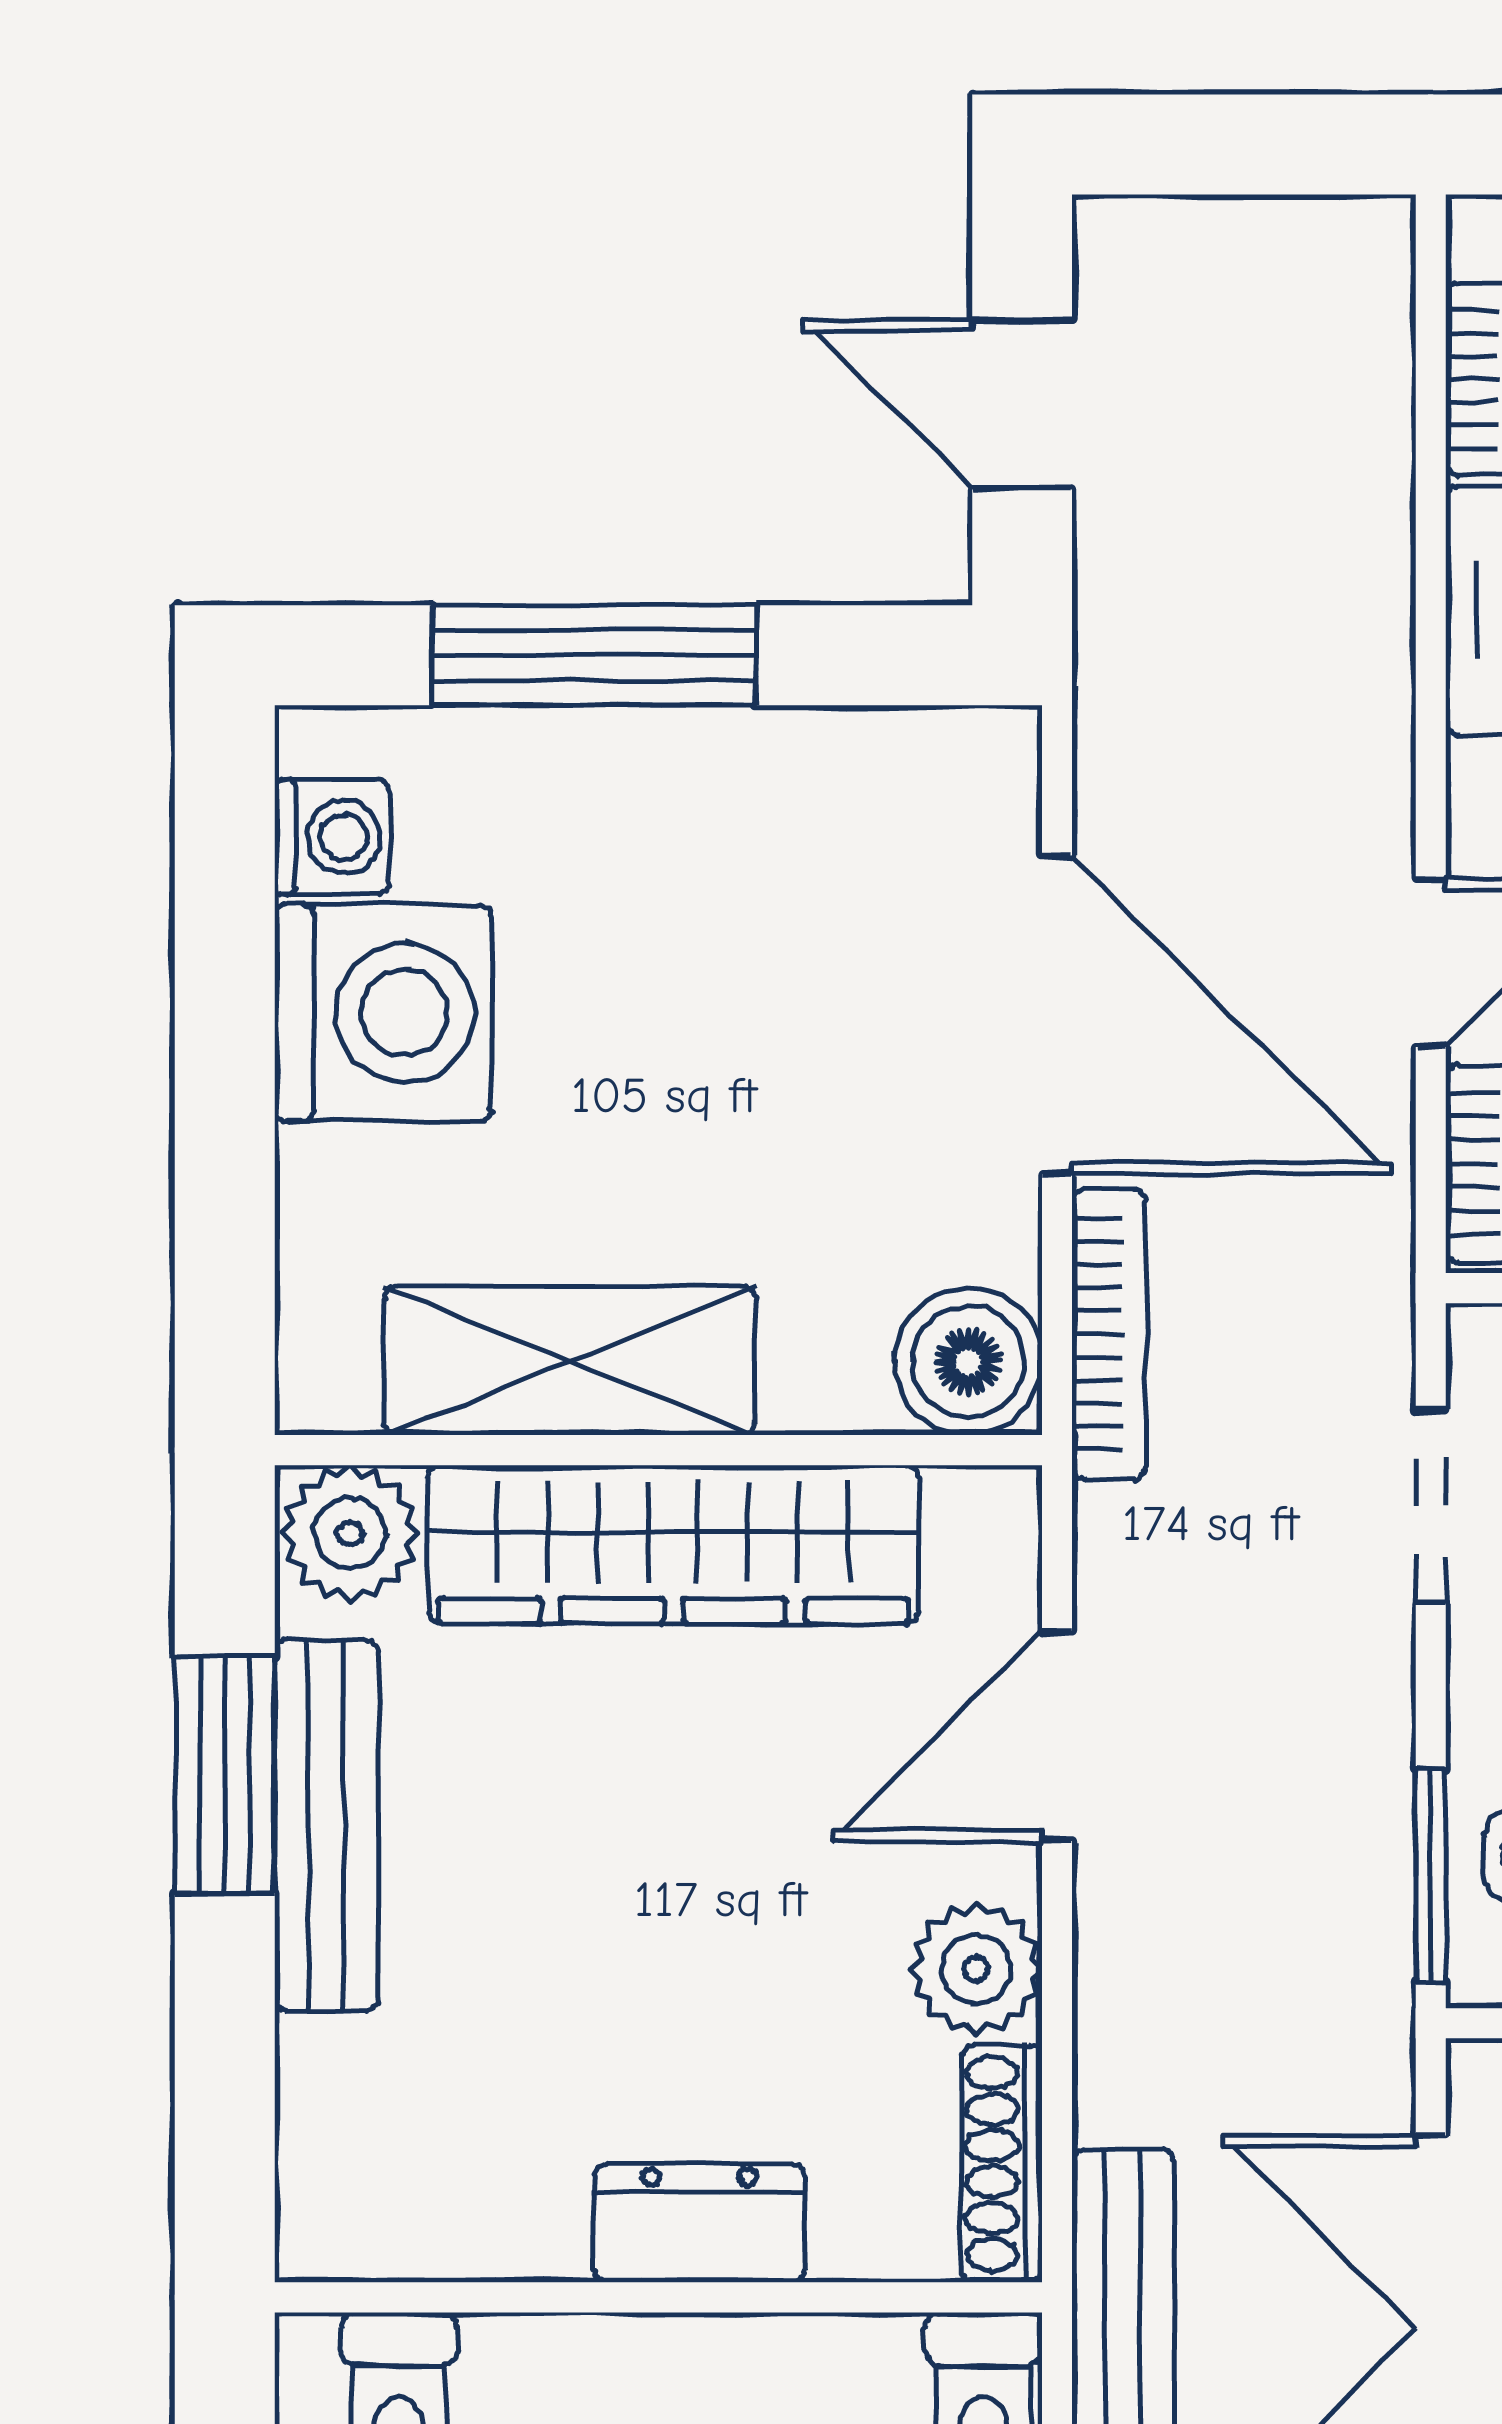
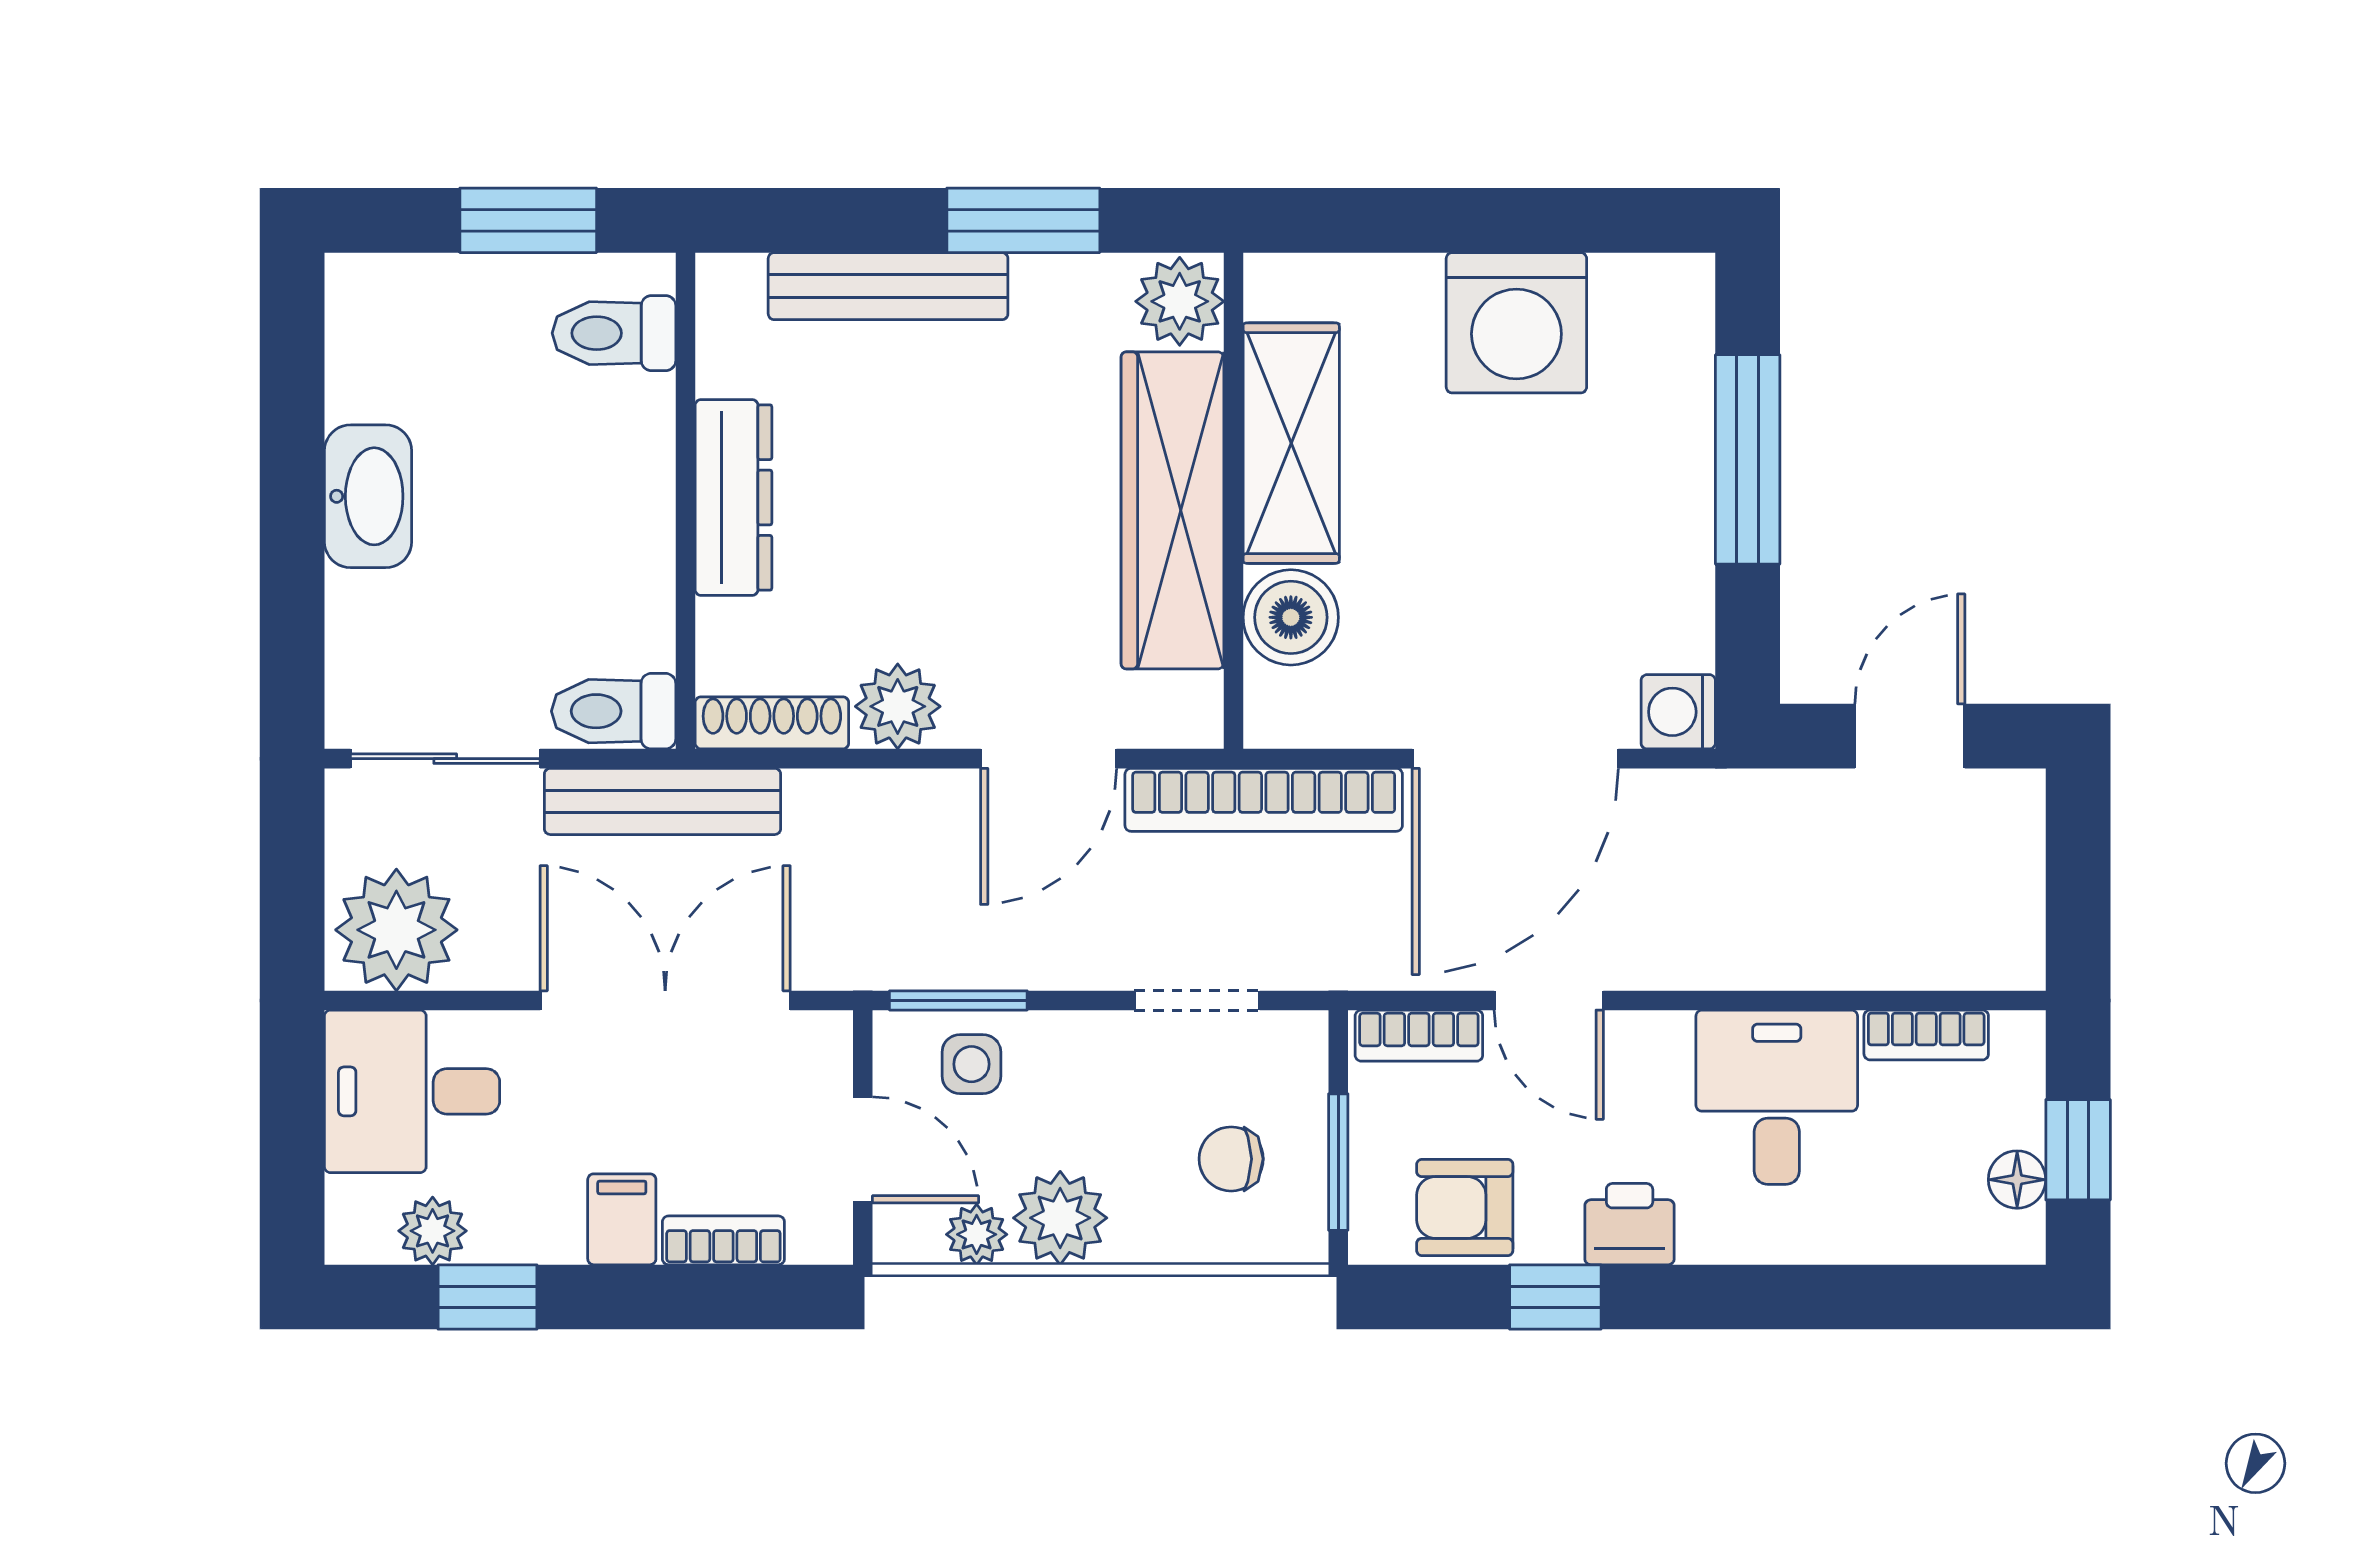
washing machine: (332, 837) -> (1678, 712), moved, turned 90
bookcase: (1109, 1334) -> (1264, 800), width x1.48, depth x1.31
boiler: (968, 1362) -> (1291, 617), moved
door: (1057, 1736) -> (1049, 759), swing flipped
bench: (326, 1825) -> (888, 286), moved
dresser: (699, 2223) -> (733, 498), width x1.44

